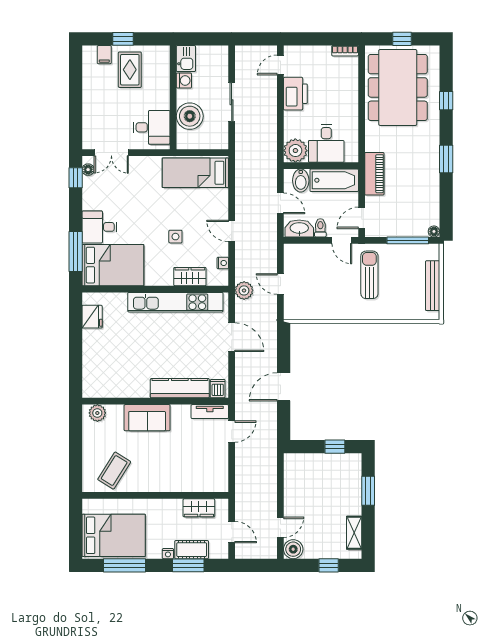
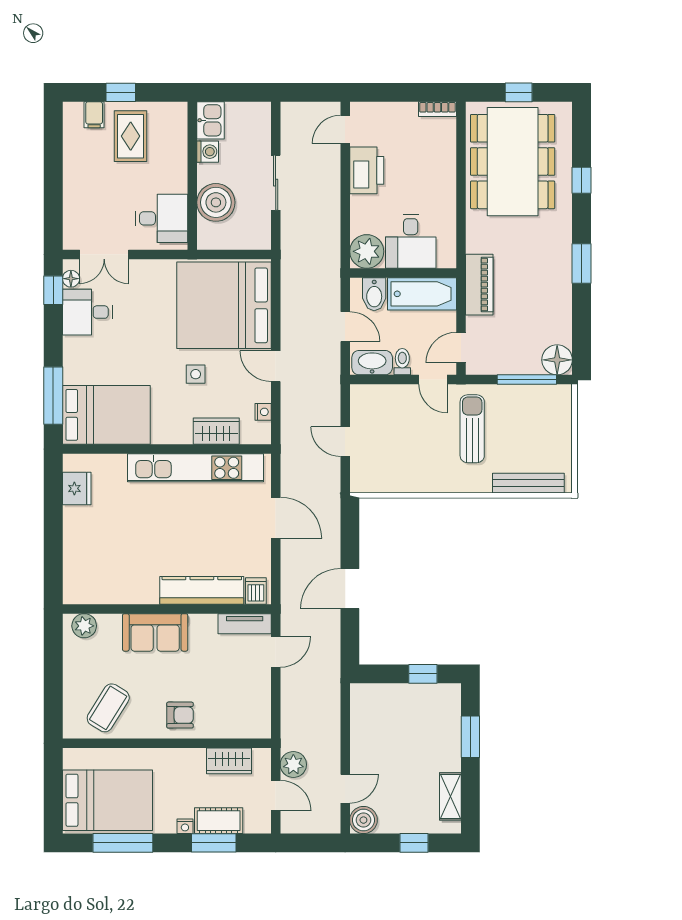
bed: (195, 173) -> (224, 305), width x2.04
desk: (100, 227) -> (87, 312), moved
floor lamp: (434, 231) -> (557, 360), width x1.89, depth x1.89
bench: (433, 286) -> (528, 483), moved, turned 90
plant: (244, 290) -> (293, 765), moved
armchair: (165, 476) -> (180, 715), added

